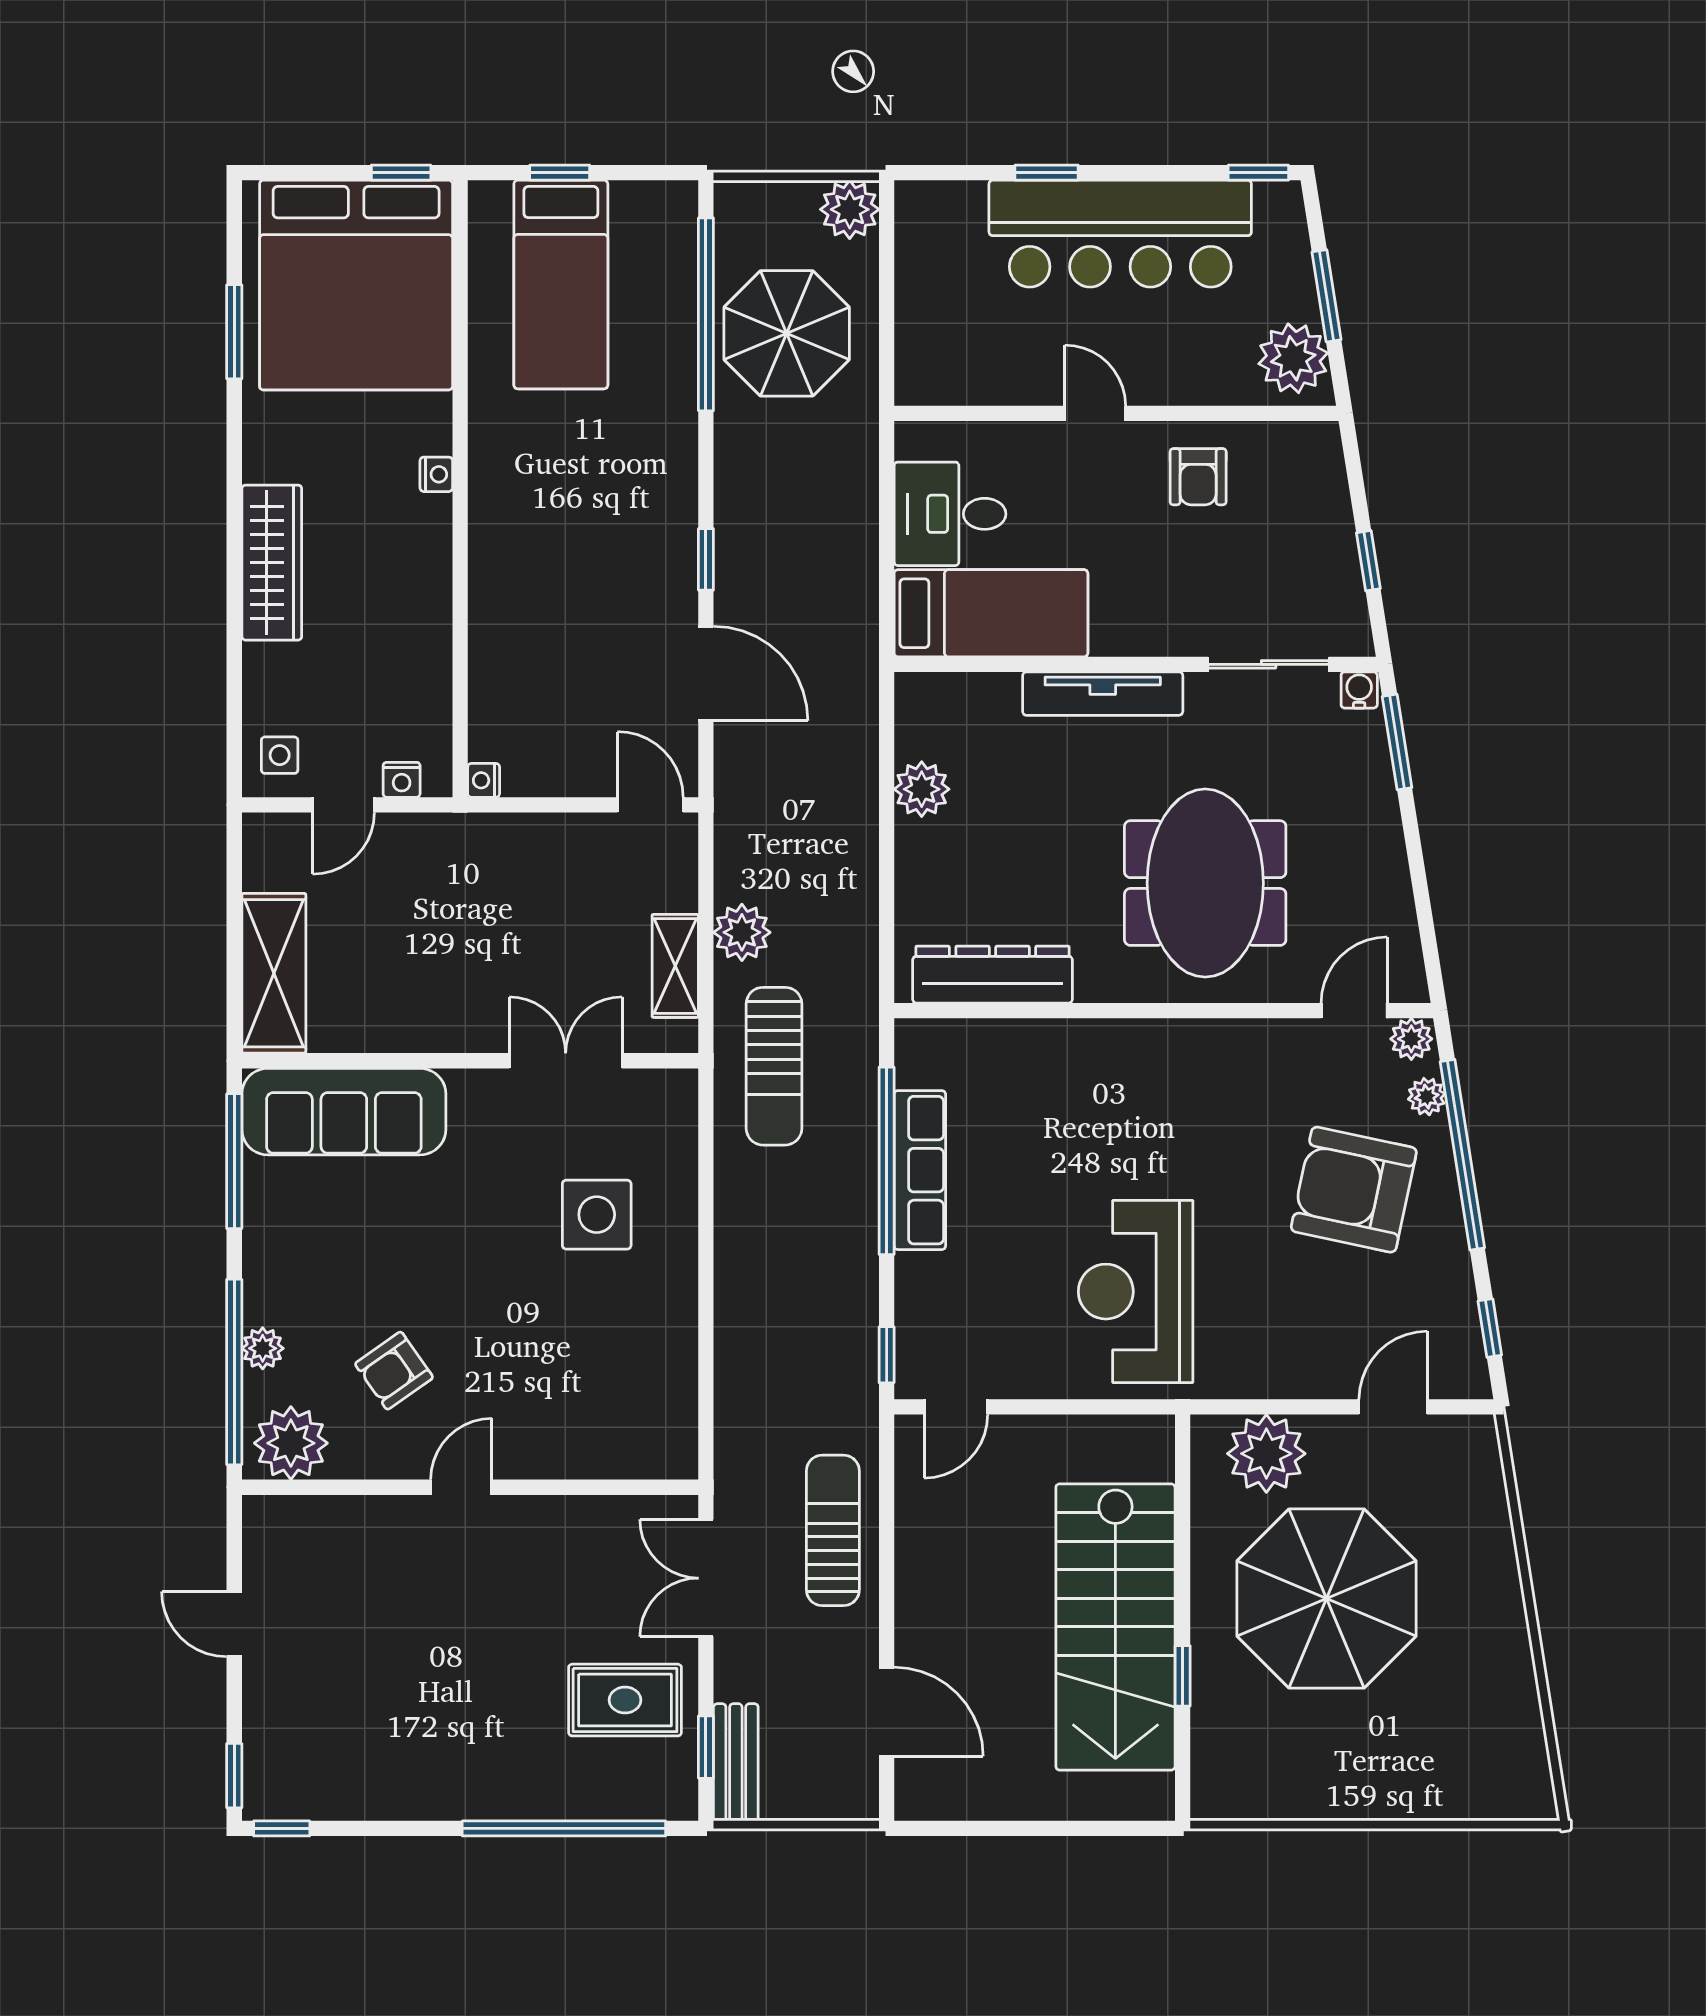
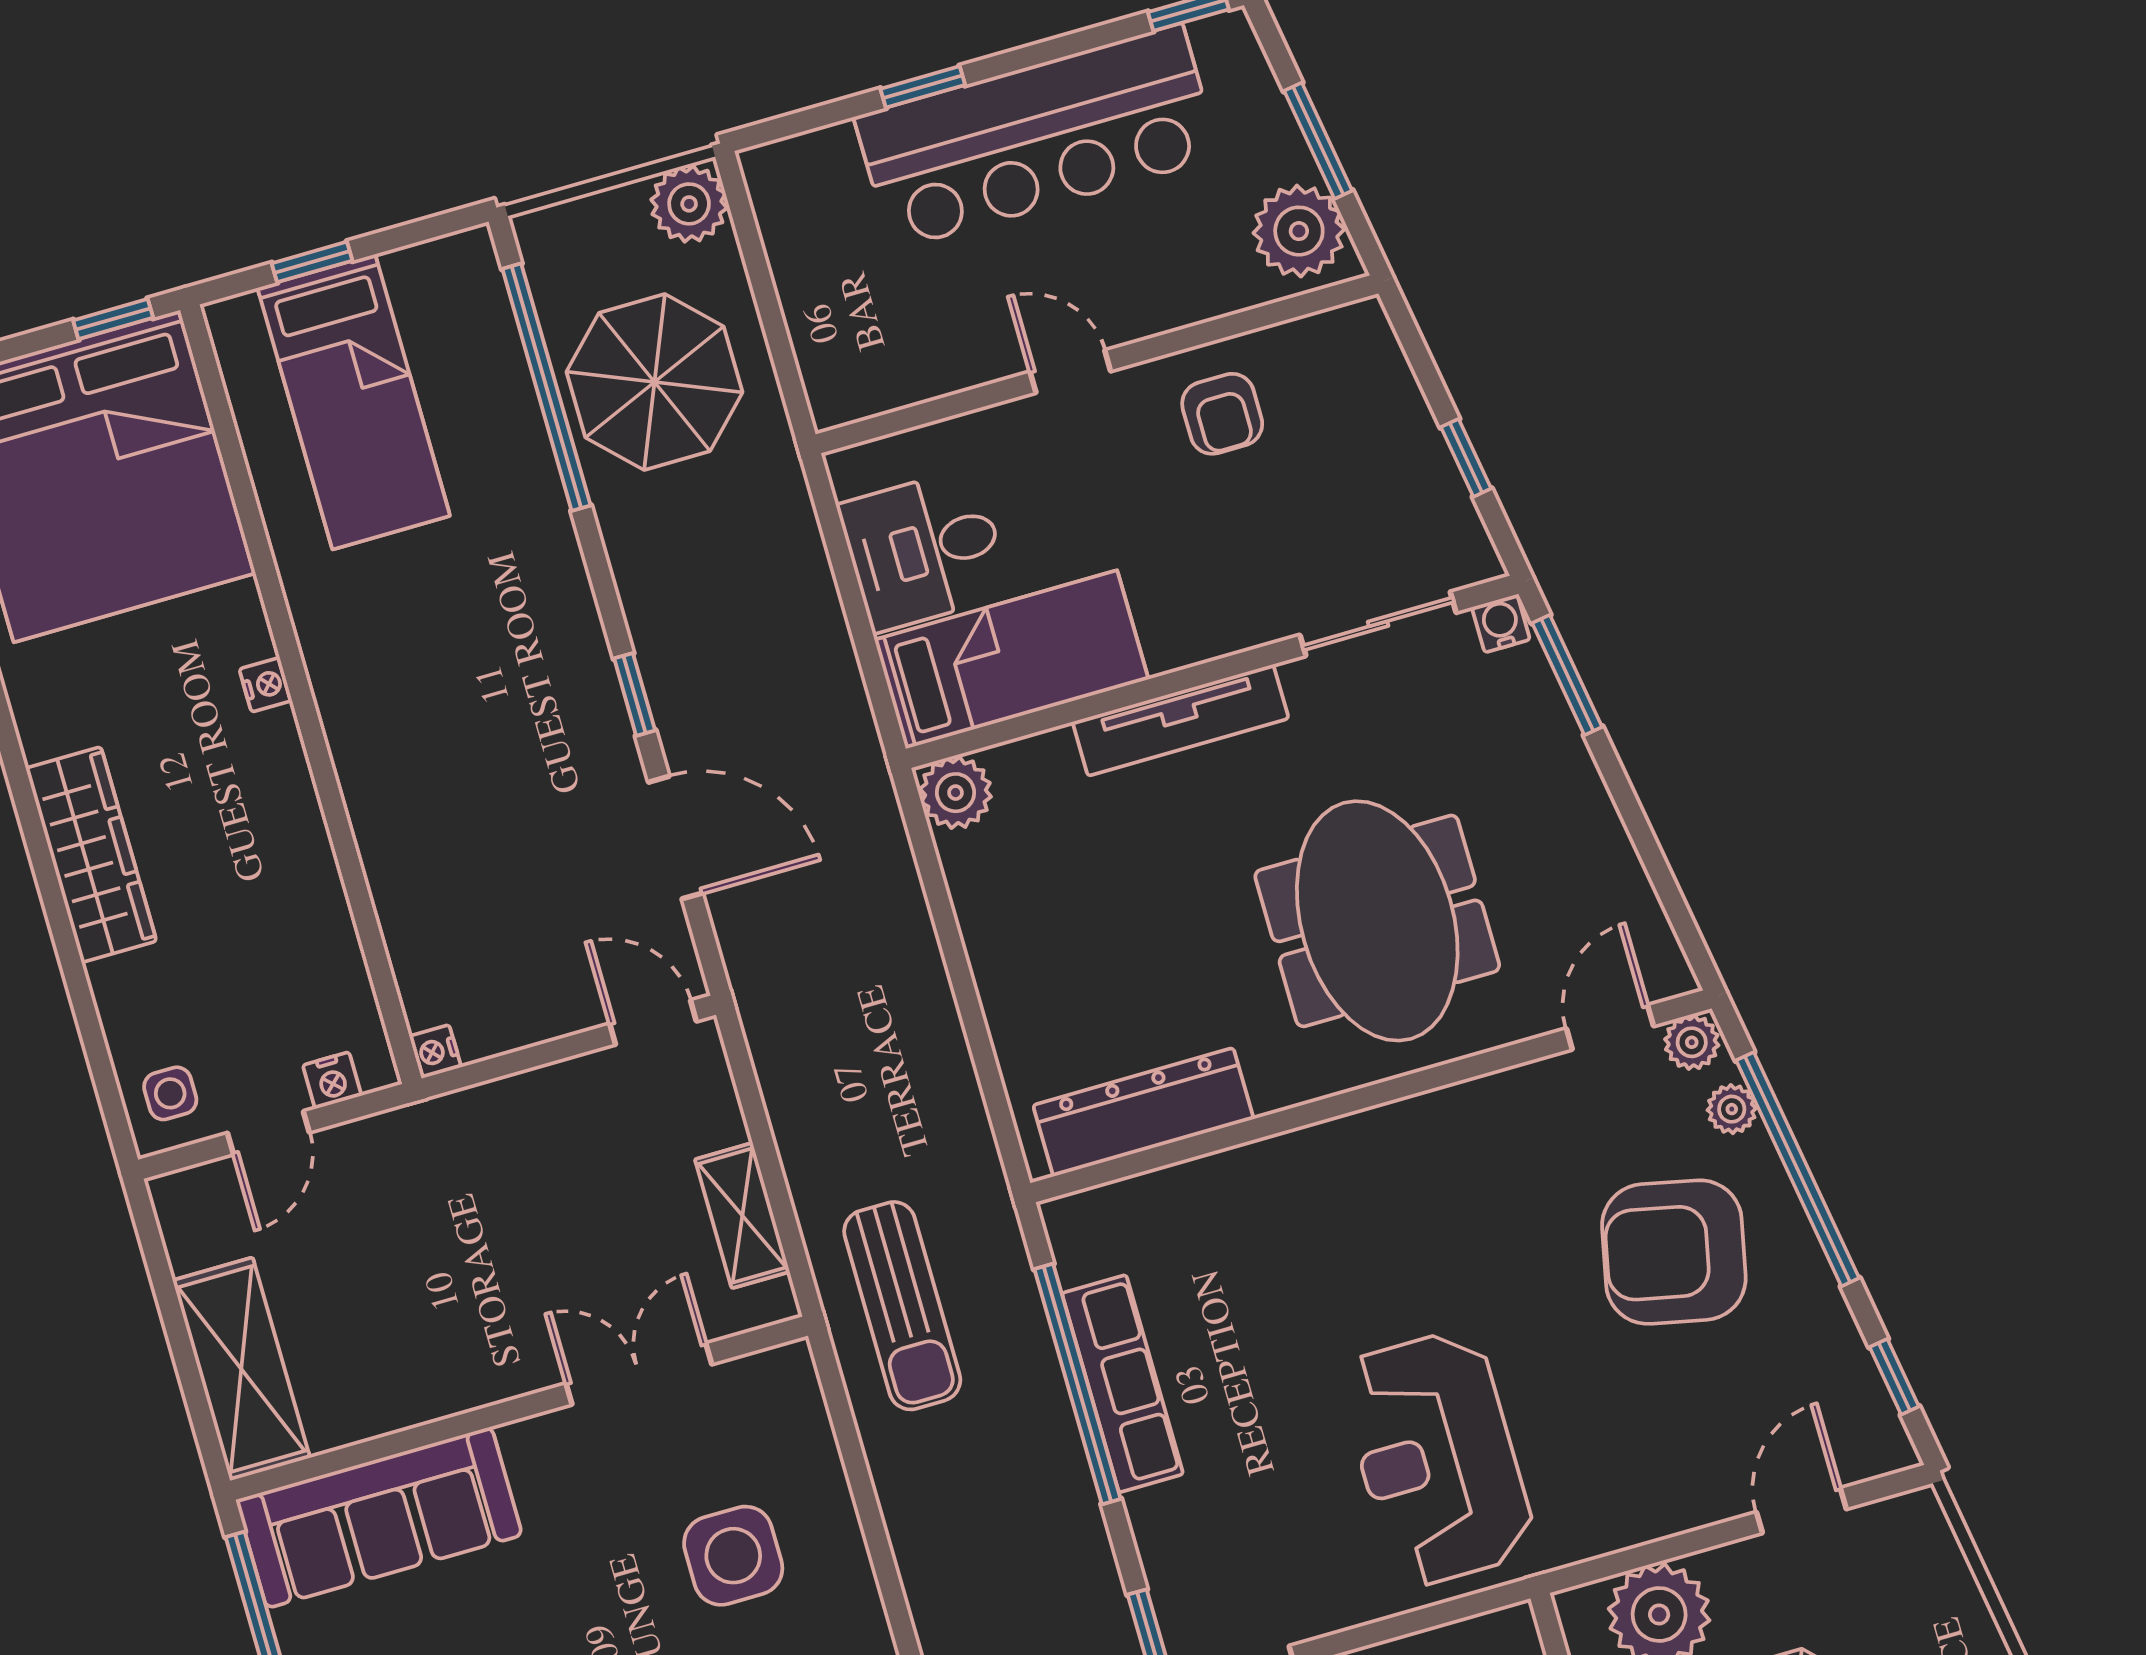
plant: (922, 789) -> (956, 793), moved
plant: (742, 932) -> (814, 1149), removed

